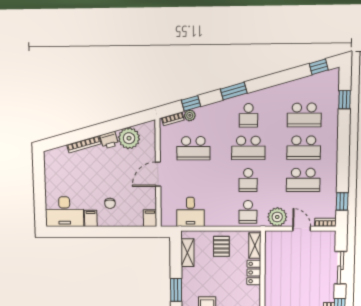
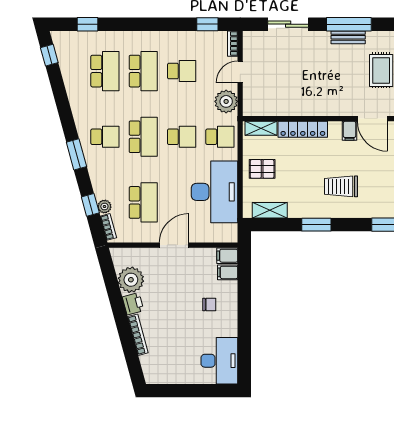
door: (158, 174) -> (174, 245), swing flipped
school desk: (303, 180) -> (182, 71), width x0.54
desk: (190, 212) -> (215, 192), width x1.87, depth x1.30
filing cabinet: (91, 218) -> (228, 272), moved
locker: (254, 272) -> (303, 129), width x1.53

